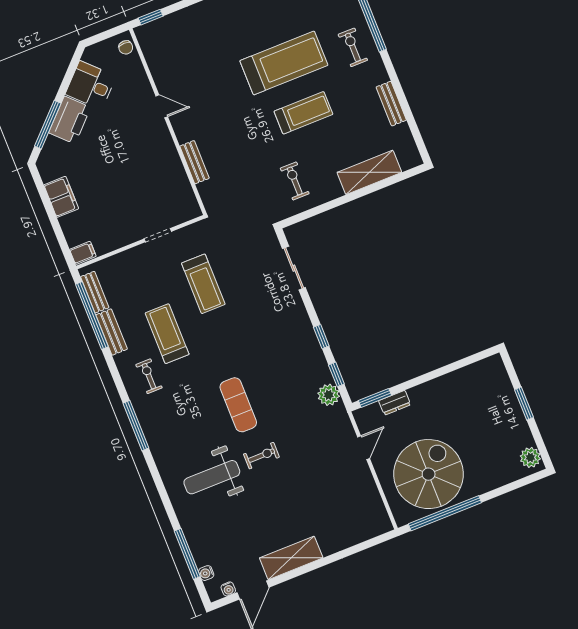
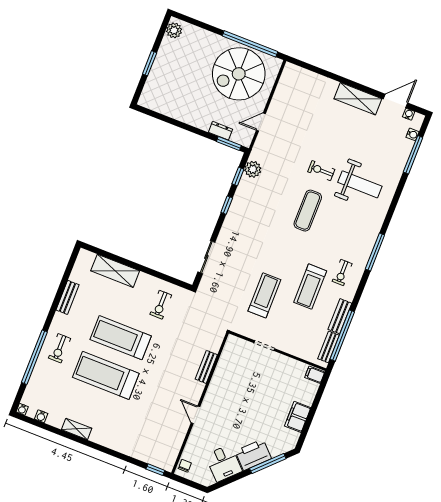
treadmill: (303, 113) -> (121, 338), width x1.37, depth x1.38

